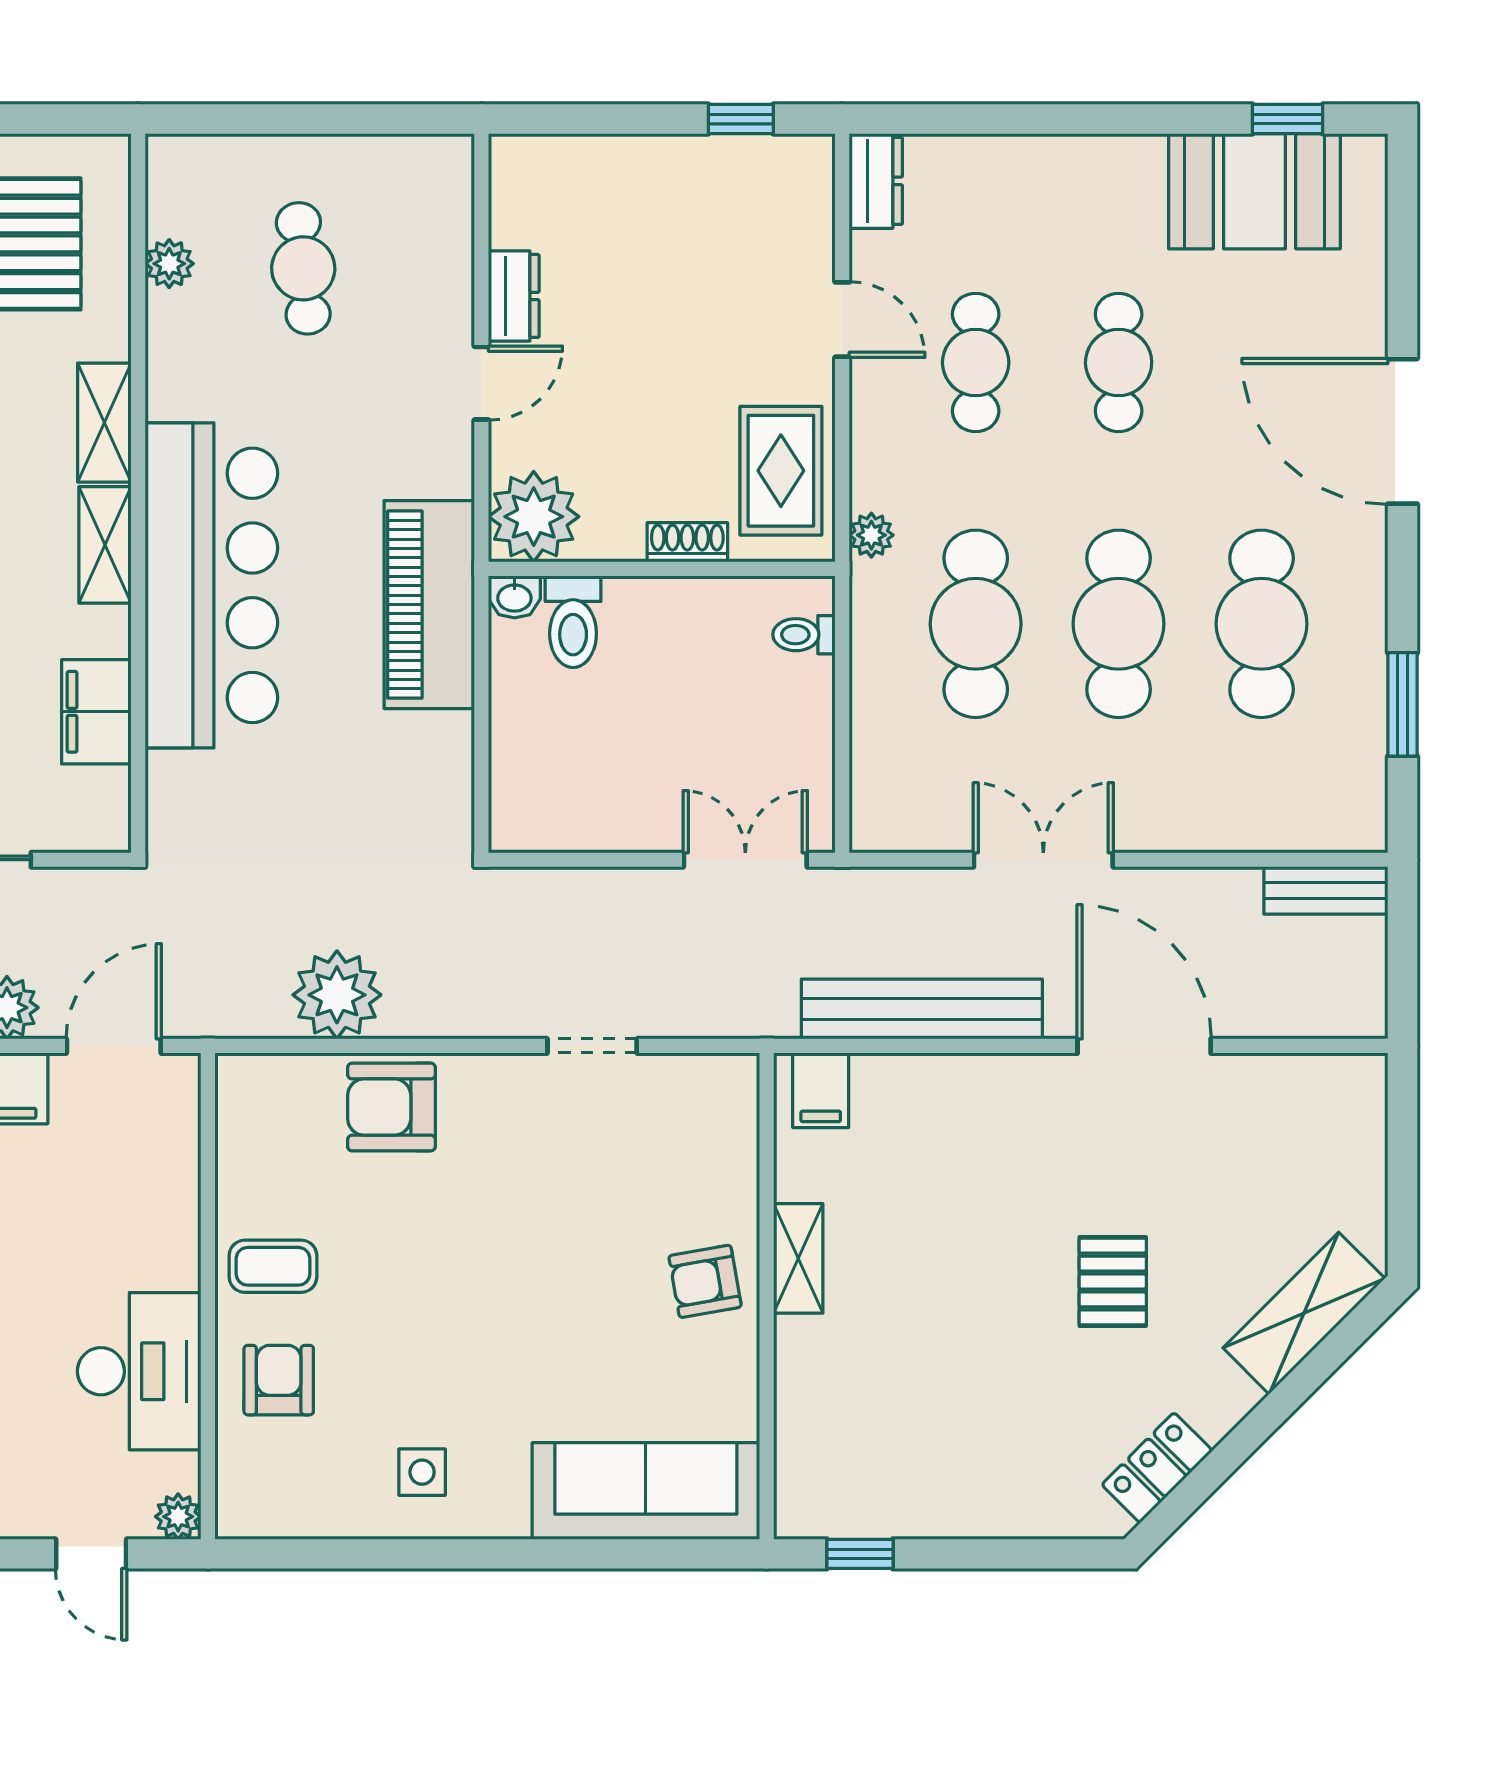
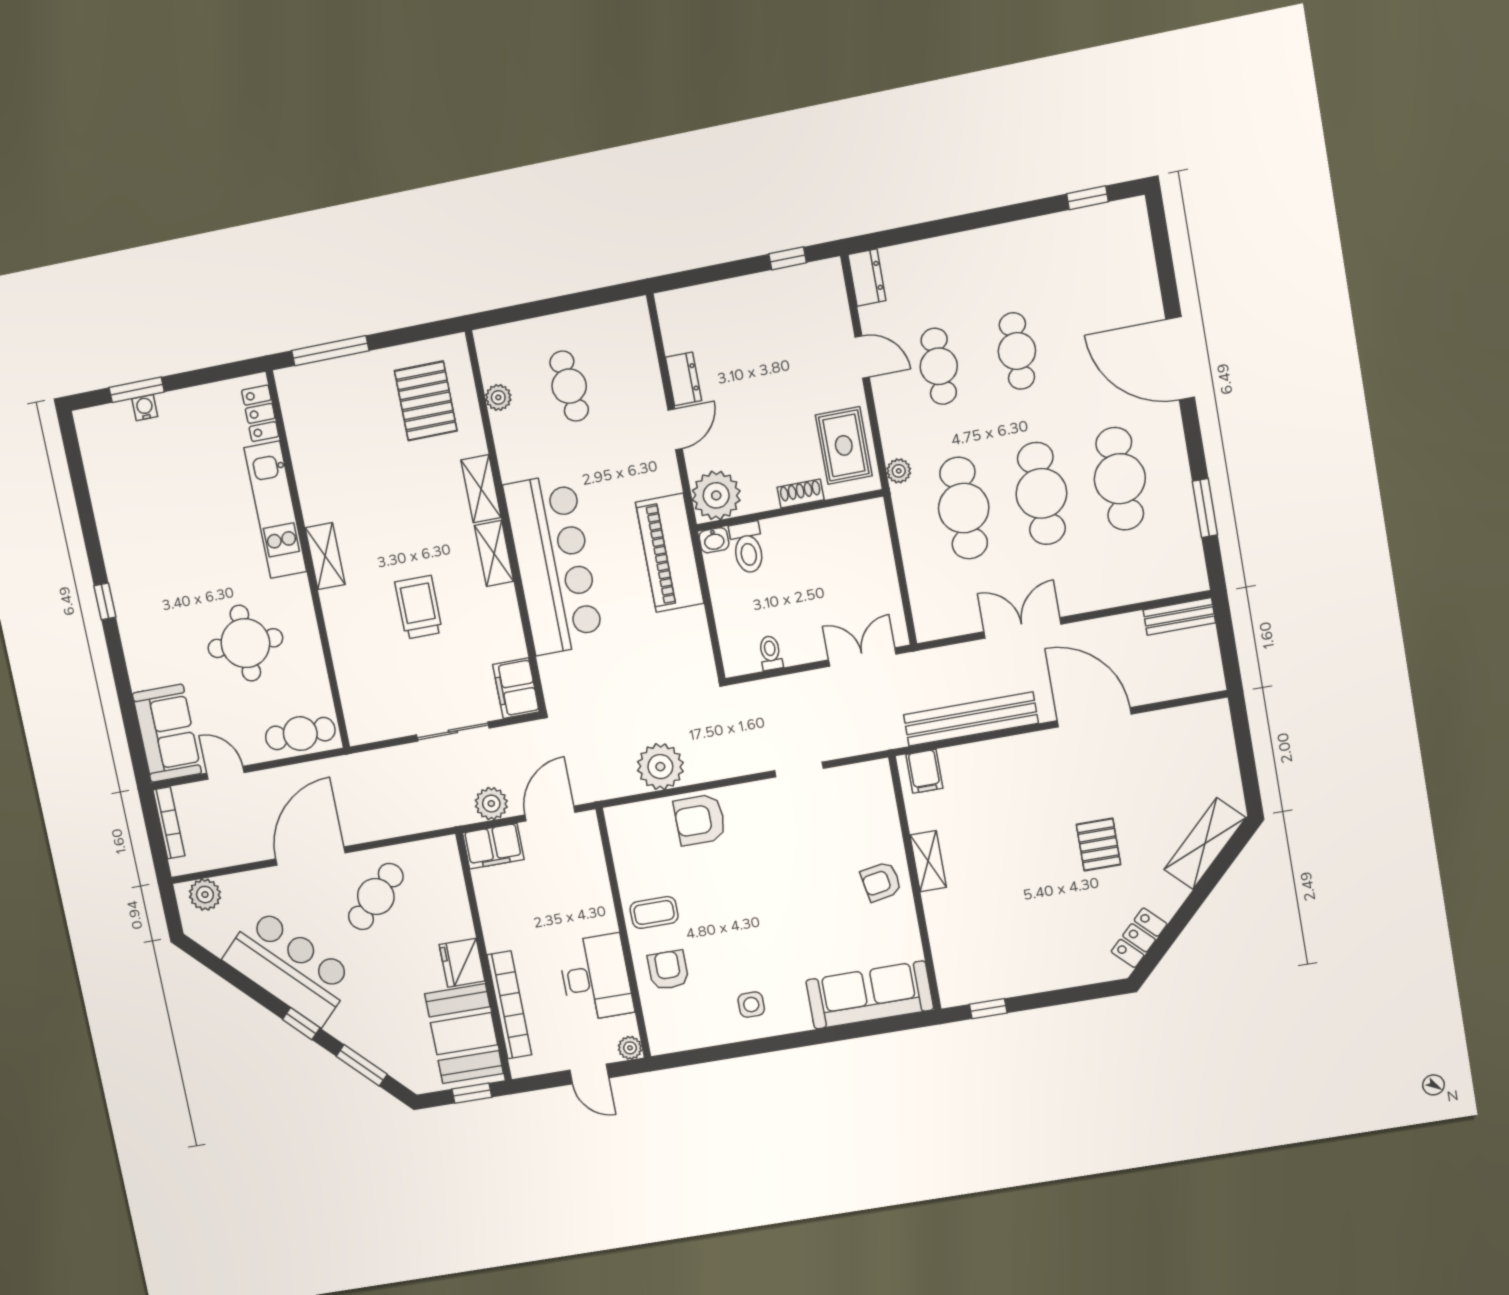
booth: (1254, 191) -> (1076, 242), removed
toilet: (804, 635) -> (771, 653), moved, turned 90
filing cabinet: (96, 712) -> (516, 688), moved

